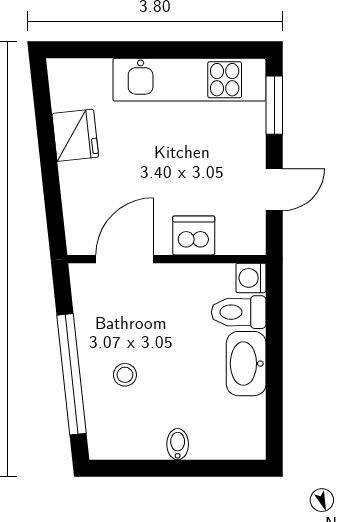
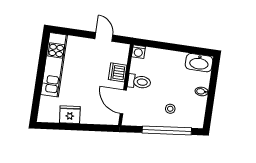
window: (274, 105) -> (69, 32), removed
toilet: (239, 312) -> (139, 82), moved, turned -90
washbasin: (246, 364) -> (199, 63), moved

